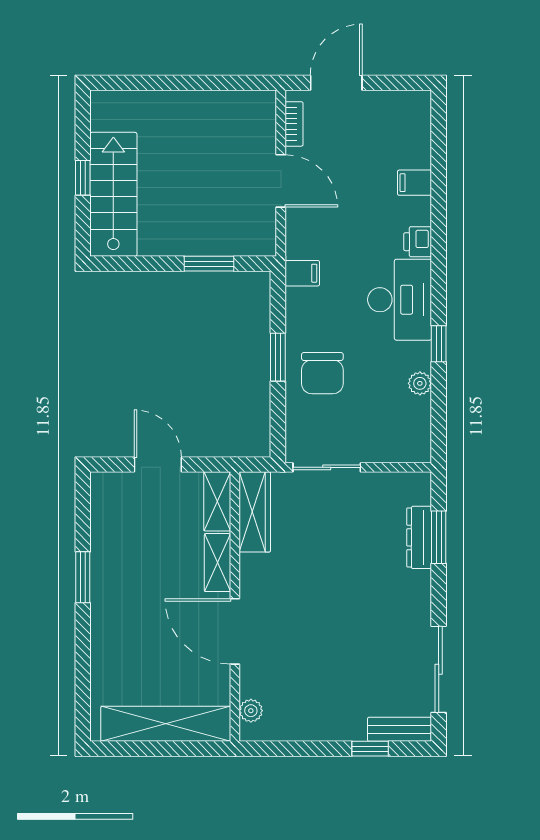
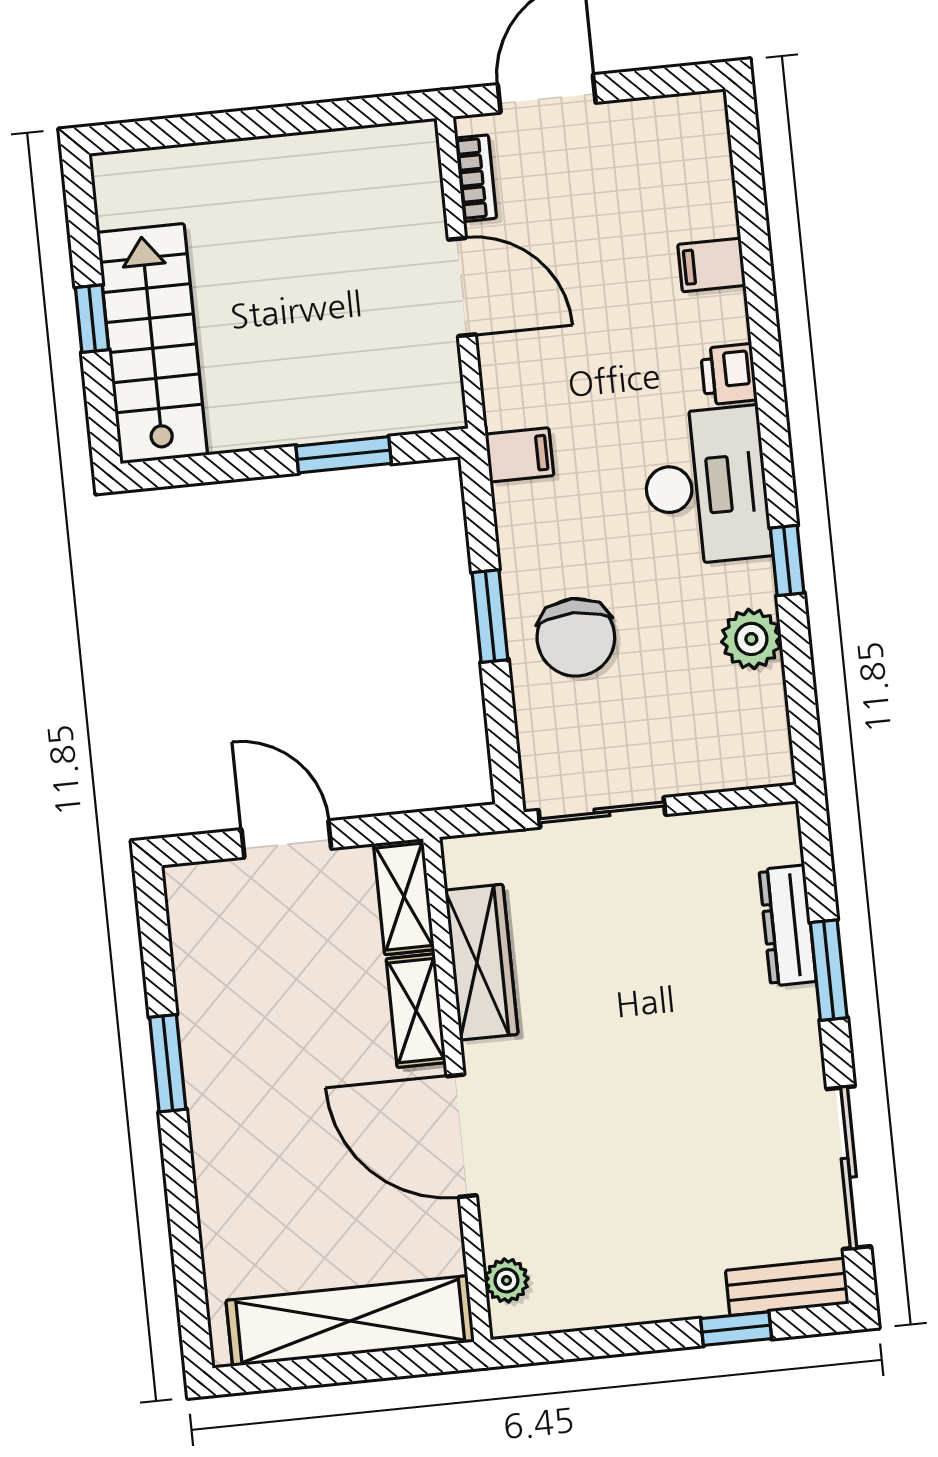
plant: (420, 383) -> (751, 639), width x1.38, depth x1.38
wardrobe: (255, 512) -> (481, 962), moved
window: (439, 537) -> (829, 970), moved

